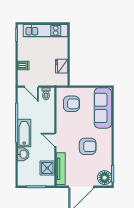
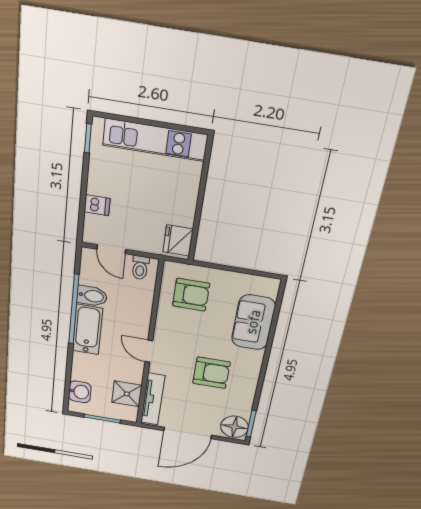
fridge: (62, 66) -> (178, 240), moved
sofa: (103, 108) -> (253, 322), width x0.73
bidet: (25, 113) -> (92, 296), added
washbasin: (23, 154) -> (80, 392), moved

